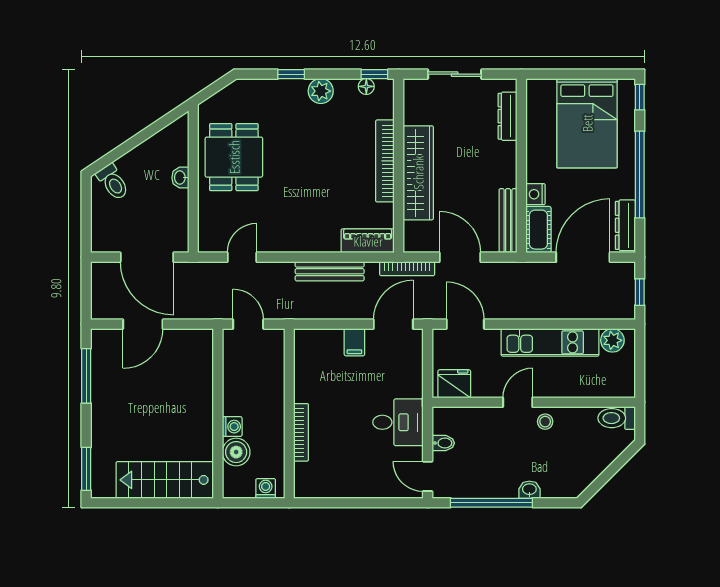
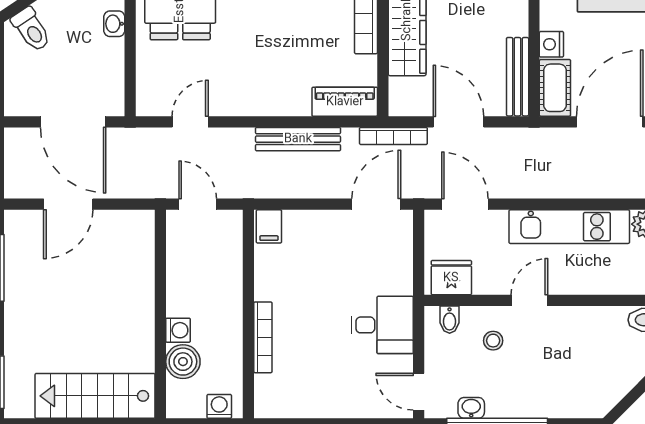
filing cabinet: (354, 342) -> (269, 226), moved
stool: (545, 422) -> (493, 341), moved
bidet: (443, 443) -> (450, 320), moved, turned 90
washbasin: (529, 490) -> (471, 408), moved

